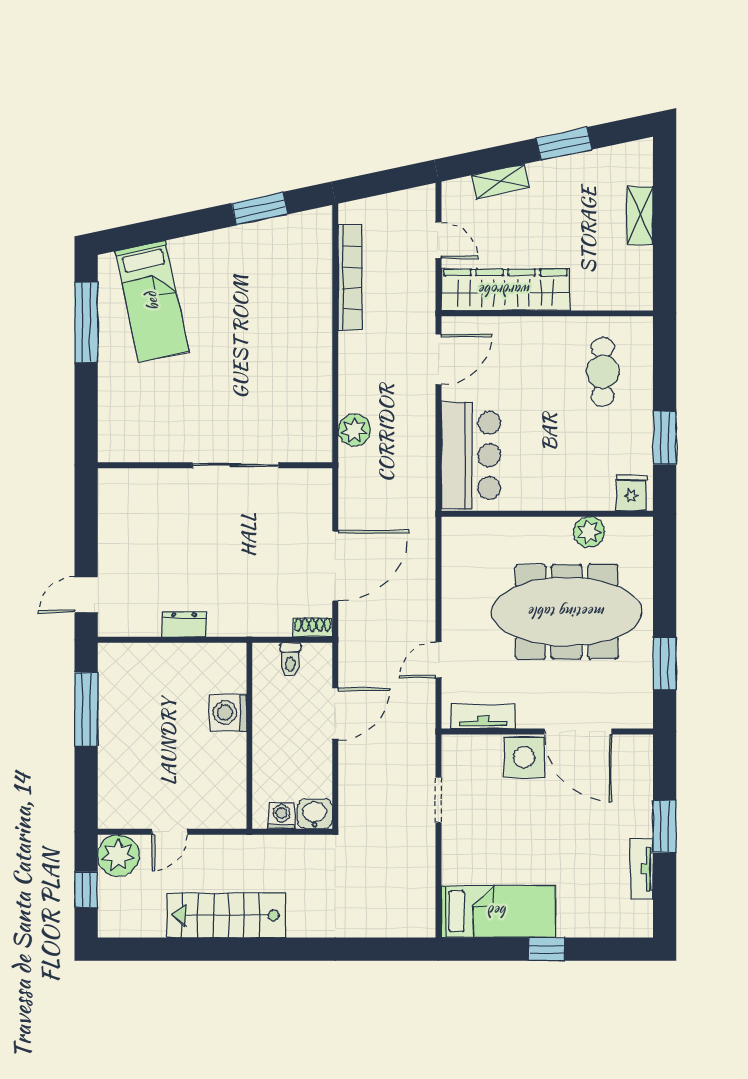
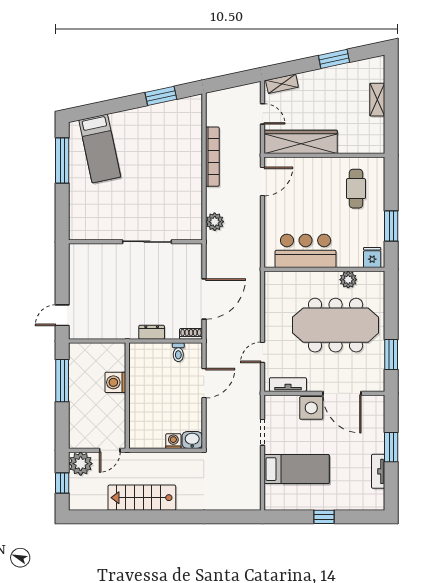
shelving: (501, 181) -> (282, 84), moved
bookcase: (350, 278) -> (212, 157), moved
bar counter: (471, 455) -> (306, 251), moved, turned -90
dresser: (184, 624) -> (152, 332), moved
washing machine: (228, 713) -> (115, 382), moved
wall: (249, 736) -> (127, 396), moved
bed: (498, 911) -> (297, 469), moved

